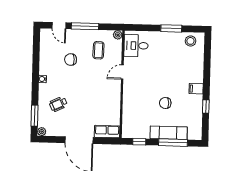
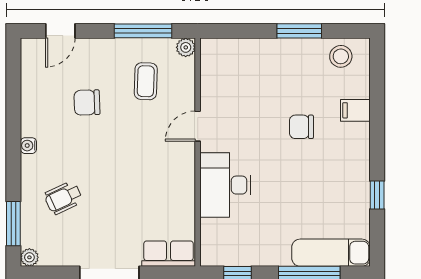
door: (59, 26) -> (60, 31), hinge flipped
window: (85, 26) -> (143, 31), moved
desk: (136, 46) -> (225, 185), moved, width x1.37
filing cabinet: (196, 89) -> (355, 110), moved
chair: (165, 103) -> (301, 127), moved
exam couch: (169, 133) -> (331, 253), moved

